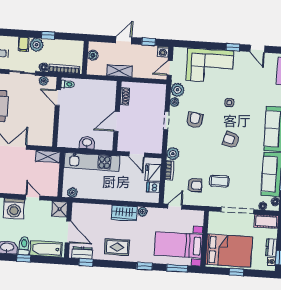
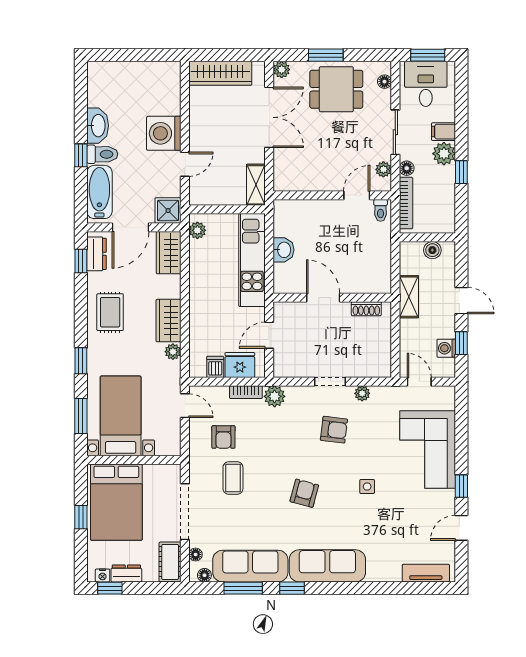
washing machine: (163, 52) -> (446, 348), moved
plant: (177, 90) -> (383, 397), removed
wardrobe: (84, 210) -> (169, 253), added

